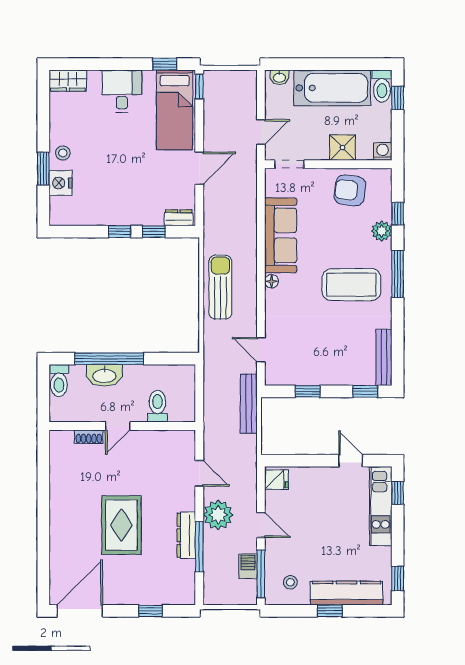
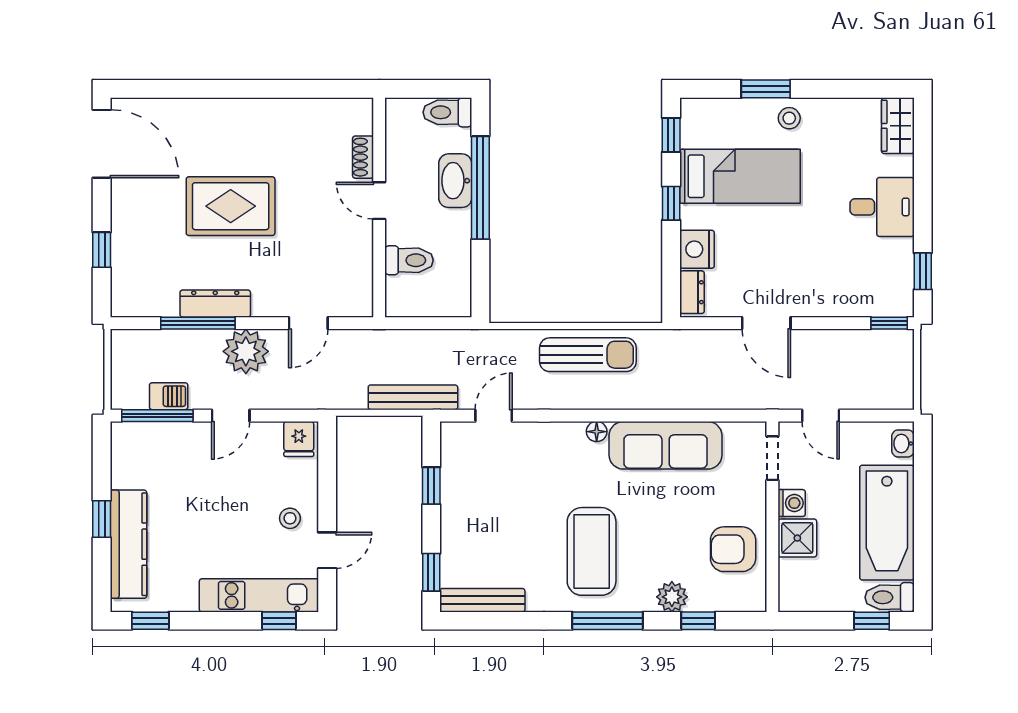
bed: (175, 110) -> (740, 176), moved, turned 180
washing machine: (383, 151) -> (792, 503), moved
nightstand: (61, 183) -> (697, 249), moved, turned -90
armchair: (350, 190) -> (733, 549), turned -97
window: (154, 232) -> (671, 135), moved
stool: (290, 582) -> (290, 518), moved

